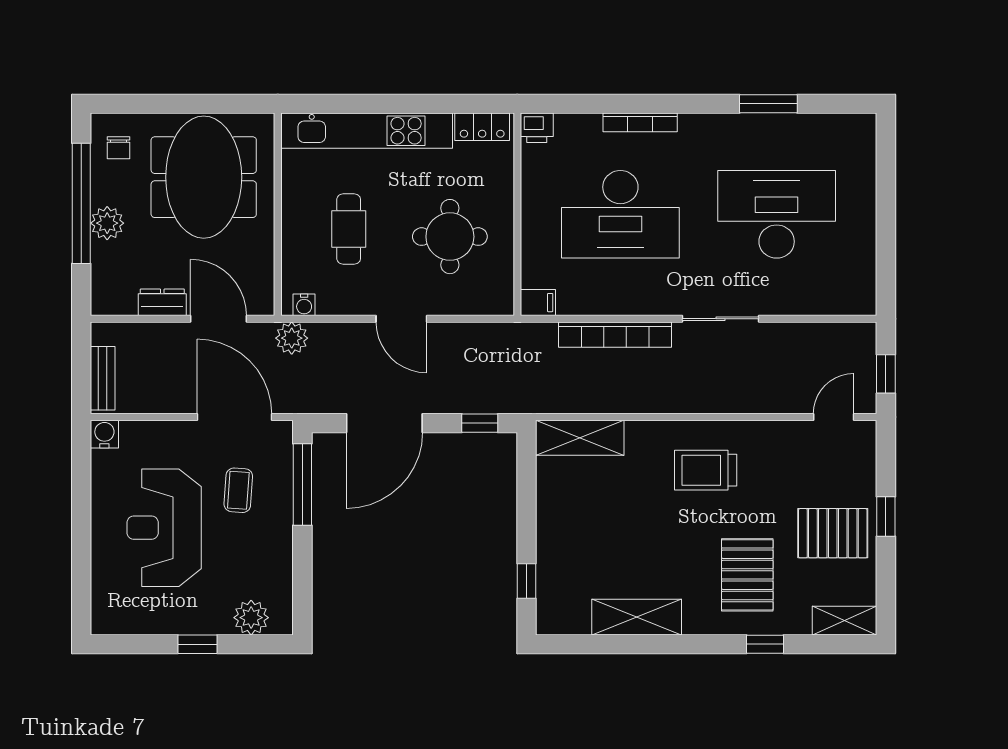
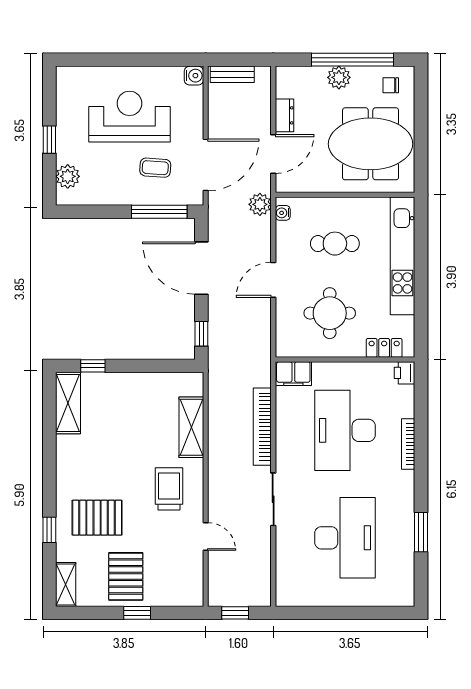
locker: (482, 127) -> (384, 348), moved, turned 90
filing cabinet: (538, 303) -> (293, 374), width x2.00
door: (834, 417) -> (206, 537), moved
shelving: (580, 438) -> (191, 427), moved
shelving: (637, 617) -> (68, 403), moved

